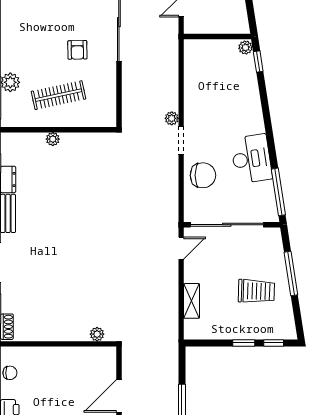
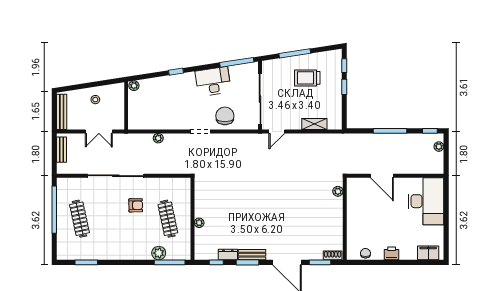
window: (258, 61) -> (176, 72), moved
plant: (172, 118) -> (158, 138), moved
door: (181, 248) -> (277, 131), swing flipped
trolley: (256, 291) -> (307, 78), turned -92

